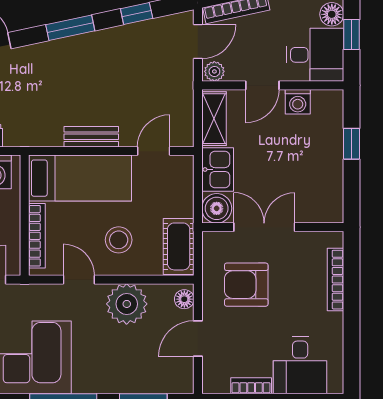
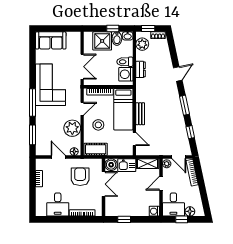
door: (262, 85) -> (161, 183), hinge flipped
washing machine: (298, 102) -> (154, 211), moved
window: (351, 144) -> (124, 219), moved
desk: (300, 365) -> (58, 205), moved, turned -90

